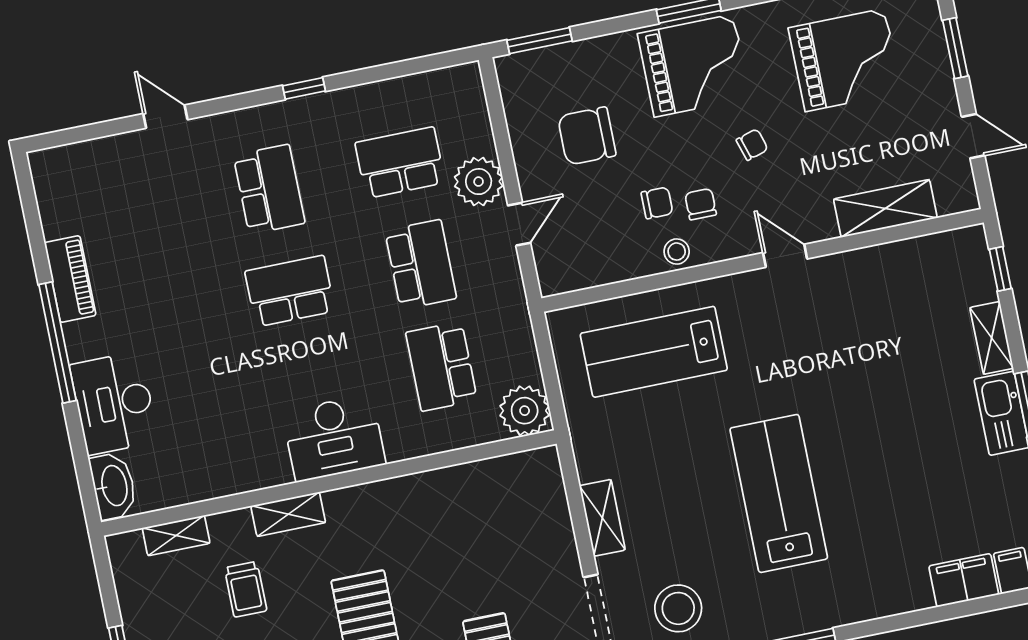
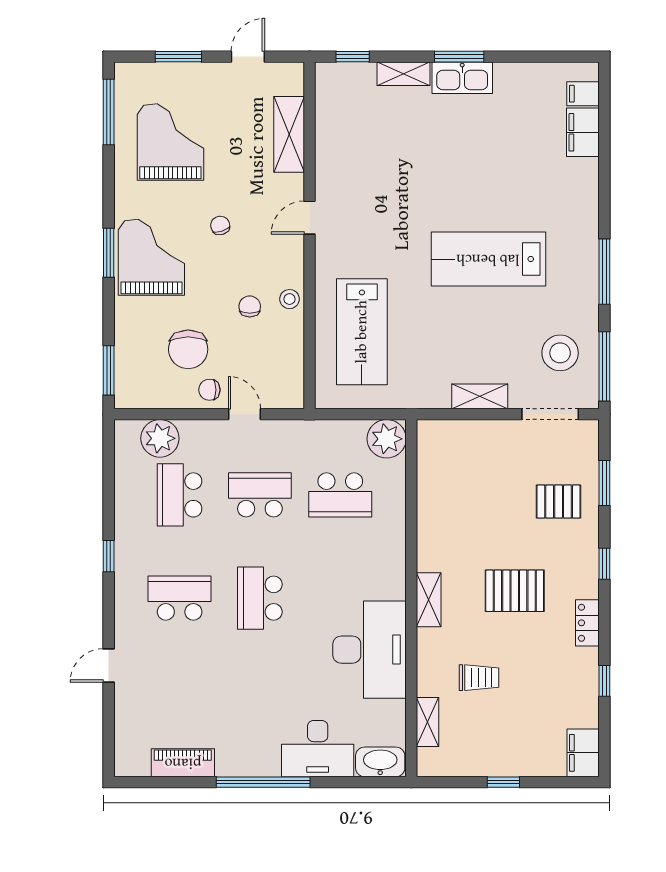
plant: (479, 182) -> (160, 438), moved
chair: (701, 204) -> (209, 390), moved
piano: (70, 279) -> (183, 763), moved
desk: (334, 438) -> (369, 650), moved, width x1.36, depth x1.30
shelving: (288, 514) -> (429, 600), moved

